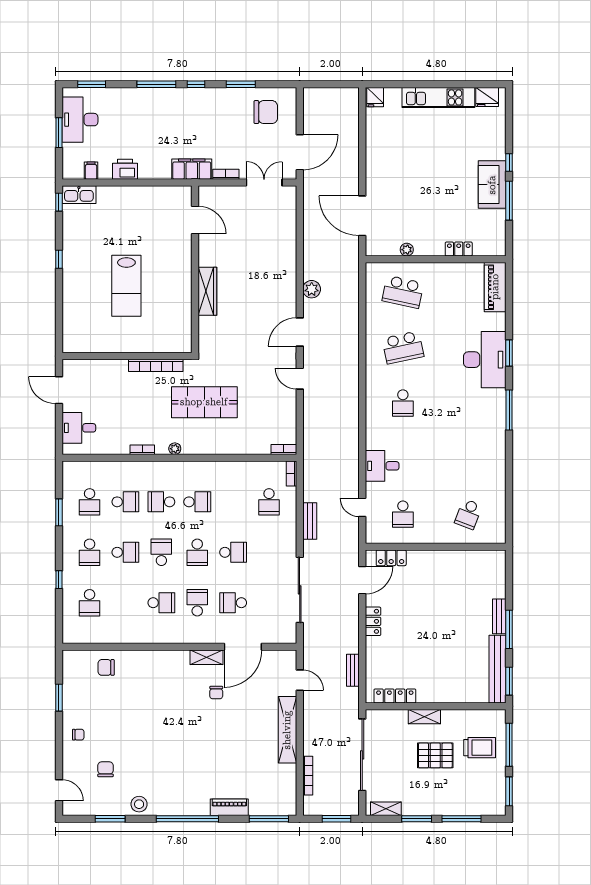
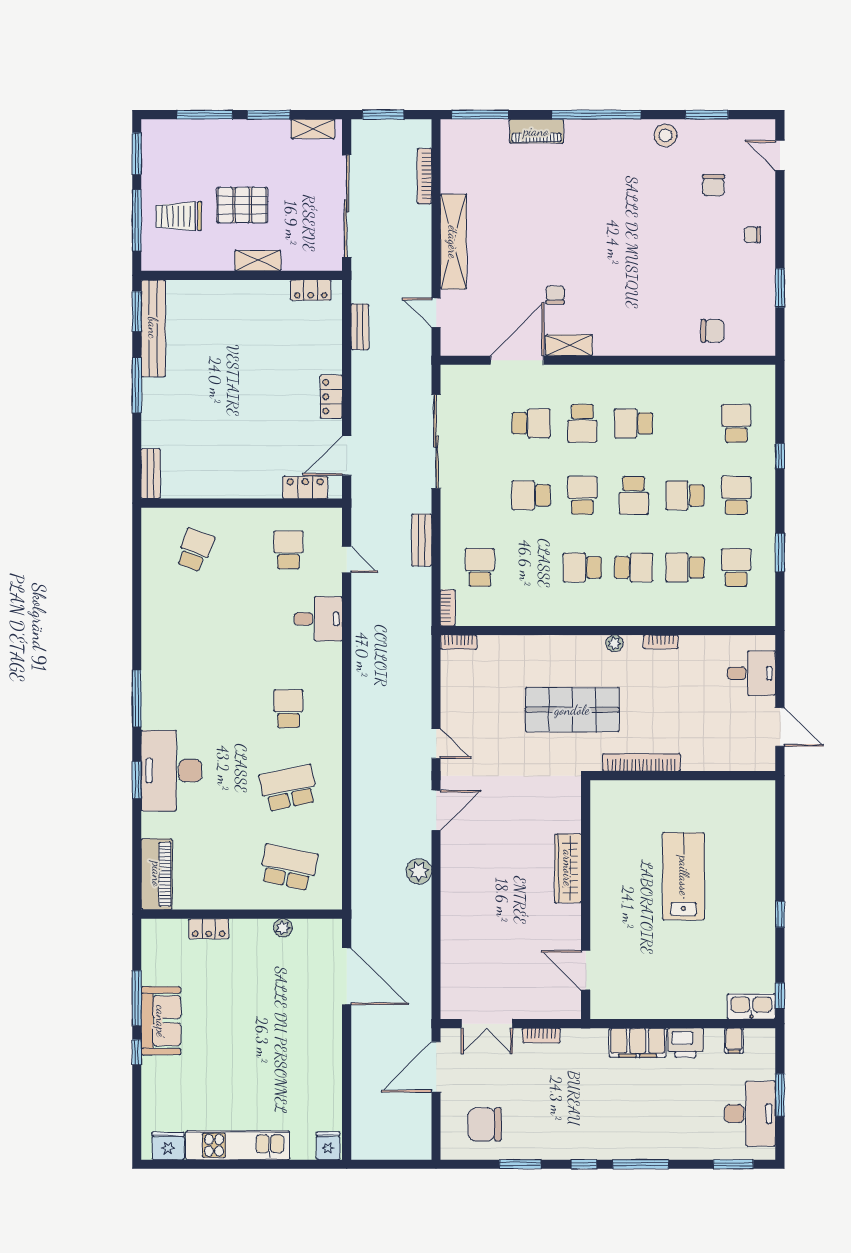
filing cabinet: (192, 169) -> (638, 1043), moved
bench: (499, 616) -> (151, 474), moved
locker: (395, 696) -> (311, 290), width x0.66

